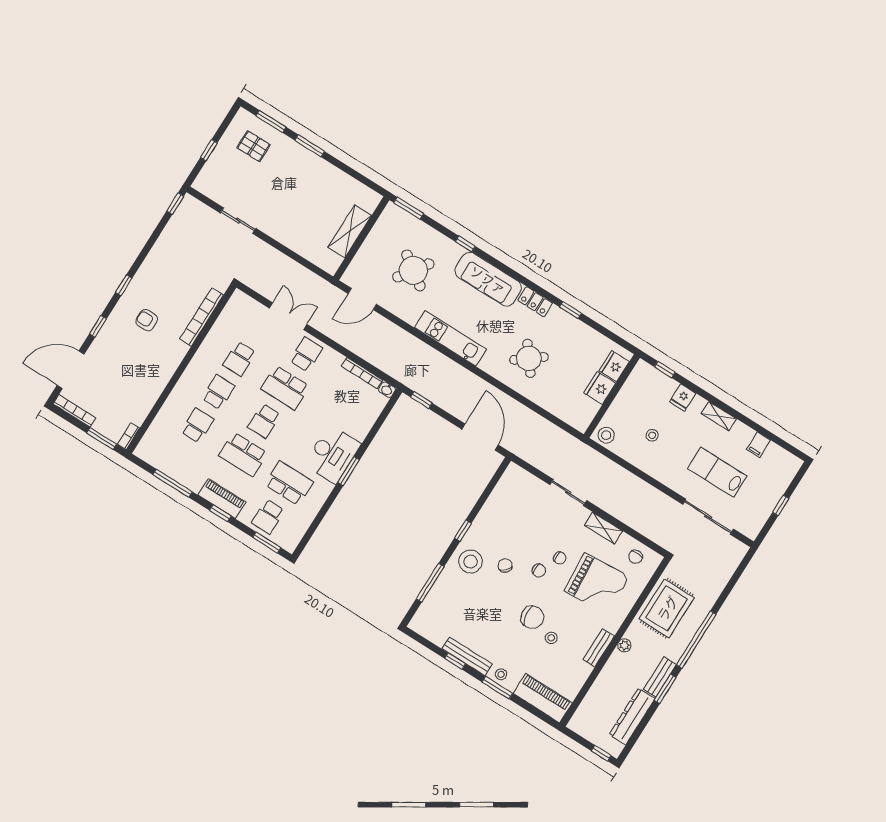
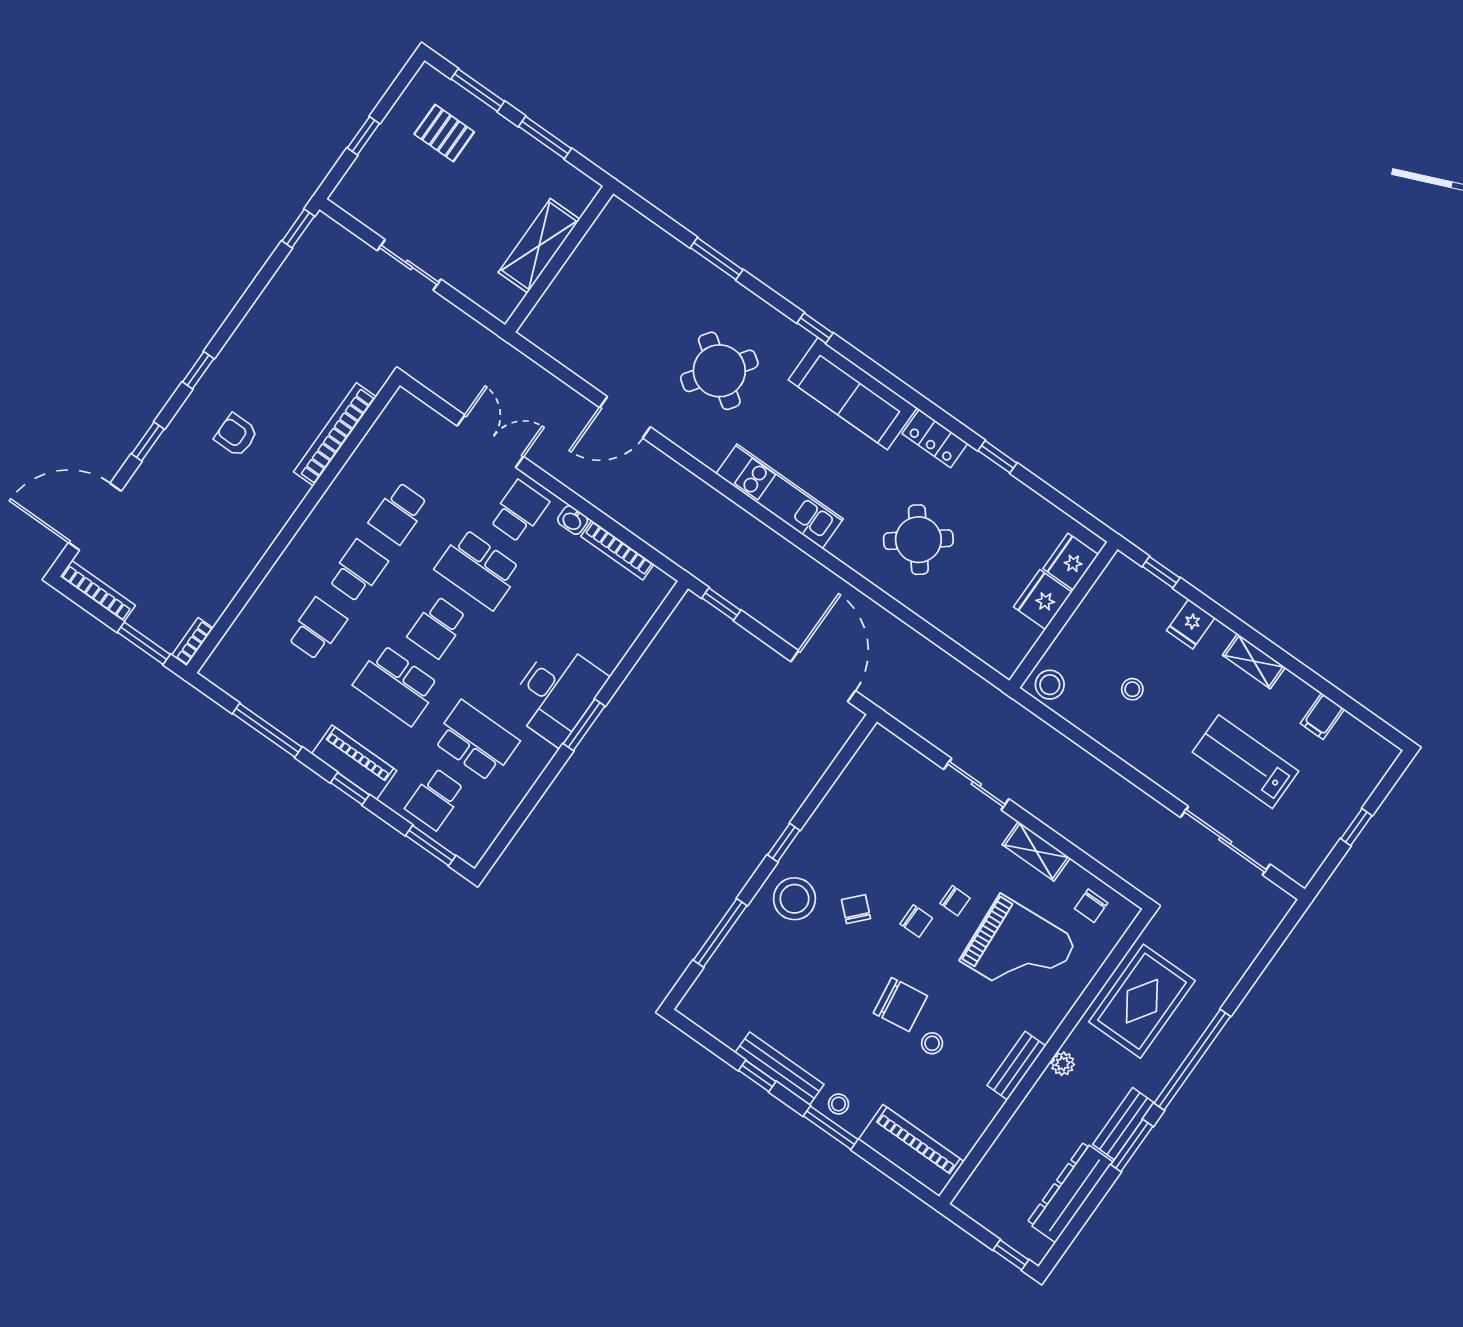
shelving: (350, 231) -> (539, 246), moved
wall: (361, 238) -> (559, 259), moved
washbasin: (387, 390) -> (573, 520), moved

